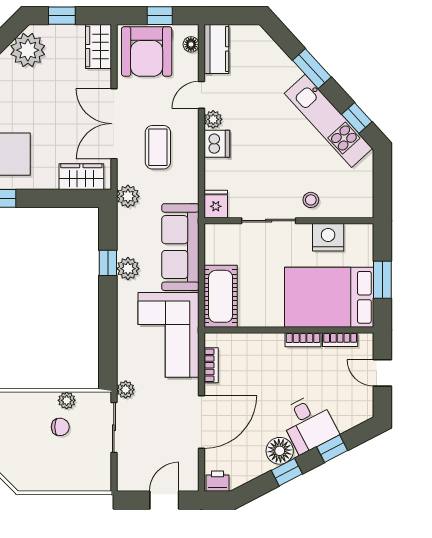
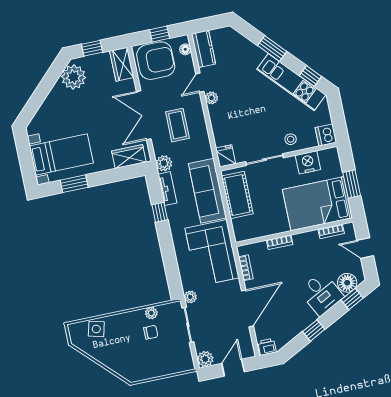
armchair: (147, 51) -> (156, 61), turned -90
dishwasher: (217, 144) -> (326, 135), moved, turned 180
tv unit: (125, 232) -> (167, 189), added
plant: (128, 269) -> (205, 359), moved
cot: (221, 296) -> (237, 195), moved
bookcase: (303, 340) -> (280, 242), moved
window: (332, 449) -> (352, 299), moved
floor lamp: (280, 451) -> (347, 283), moved

